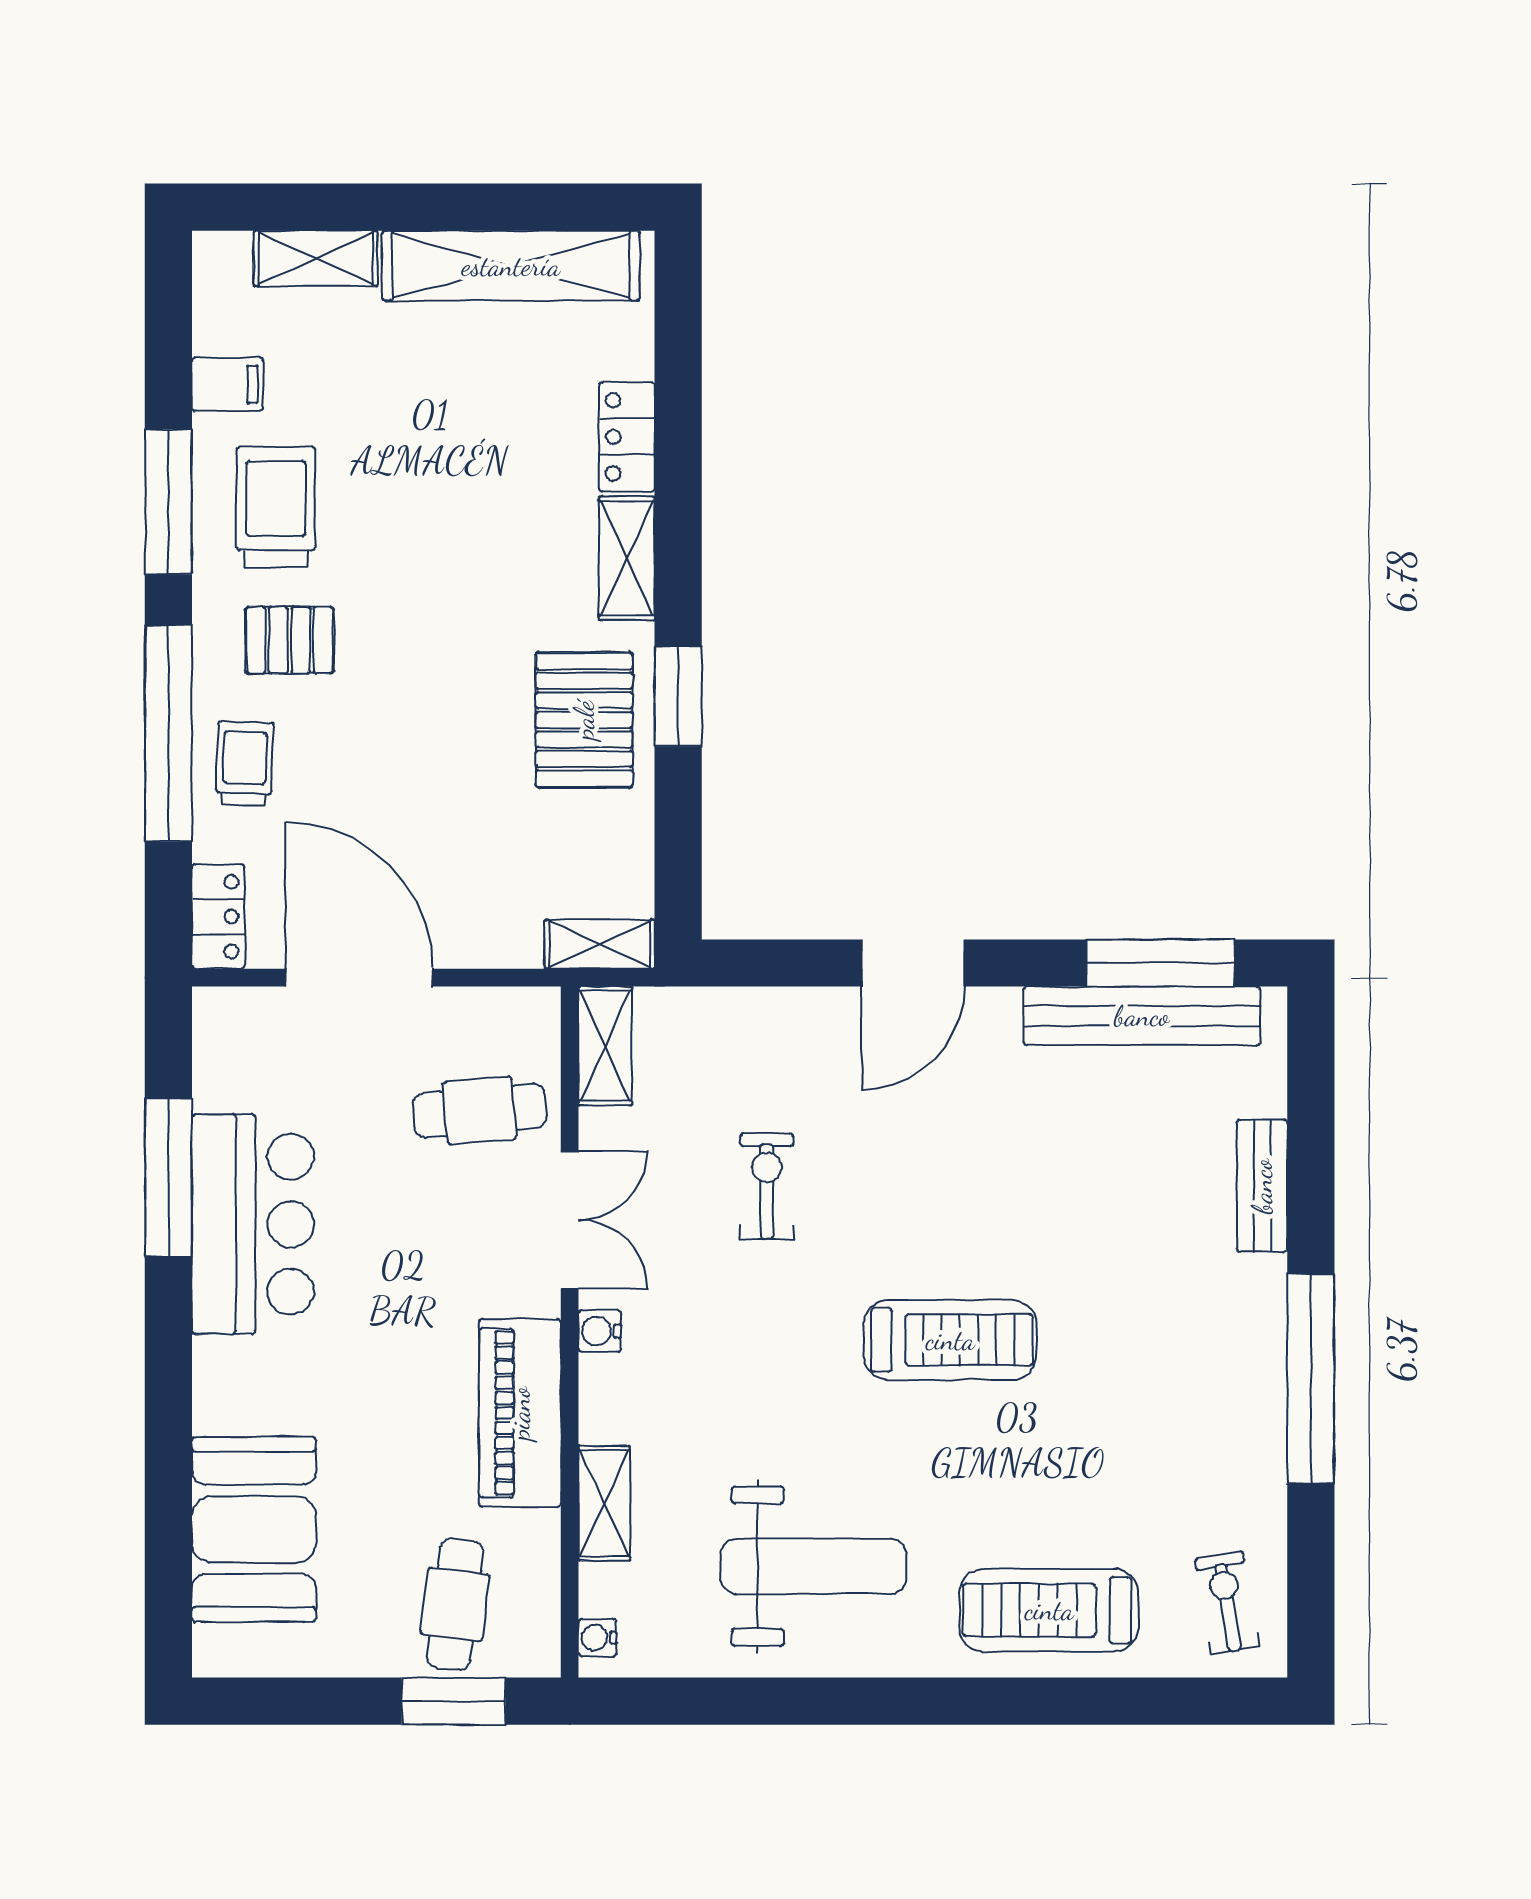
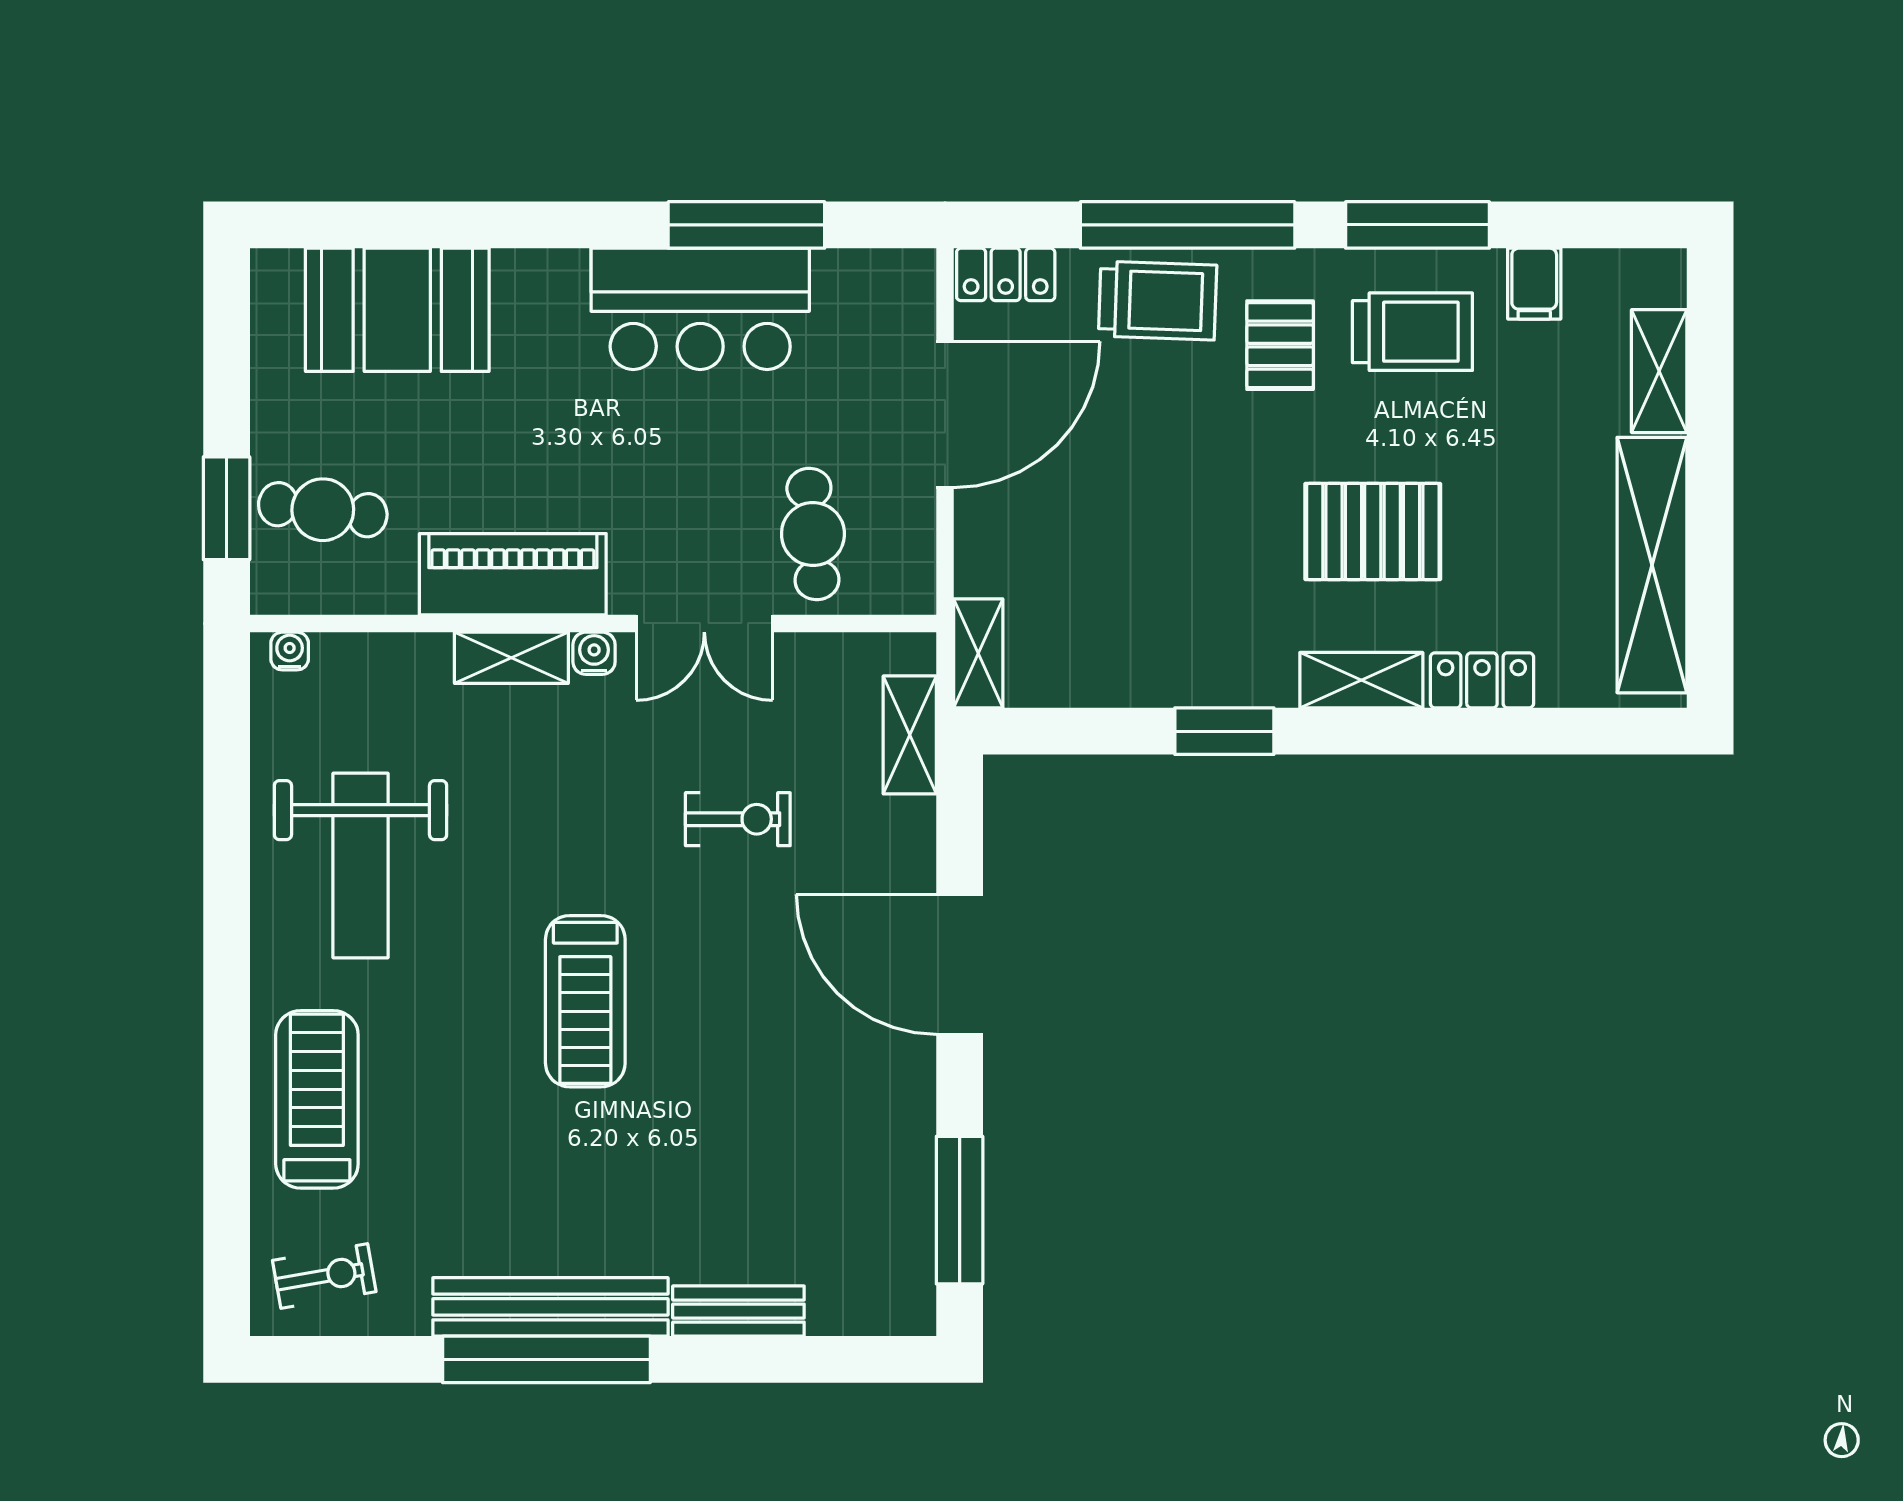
pallet: (584, 720) -> (1373, 532), moved
trolley: (245, 764) -> (1158, 301), width x1.36, depth x1.39
door: (913, 963) -> (960, 964), width x1.36
bench: (1142, 1016) -> (550, 1307), moved, turned 90
shelving: (605, 1046) -> (910, 735), moved, turned 90
shelving: (604, 1503) -> (511, 658), moved

